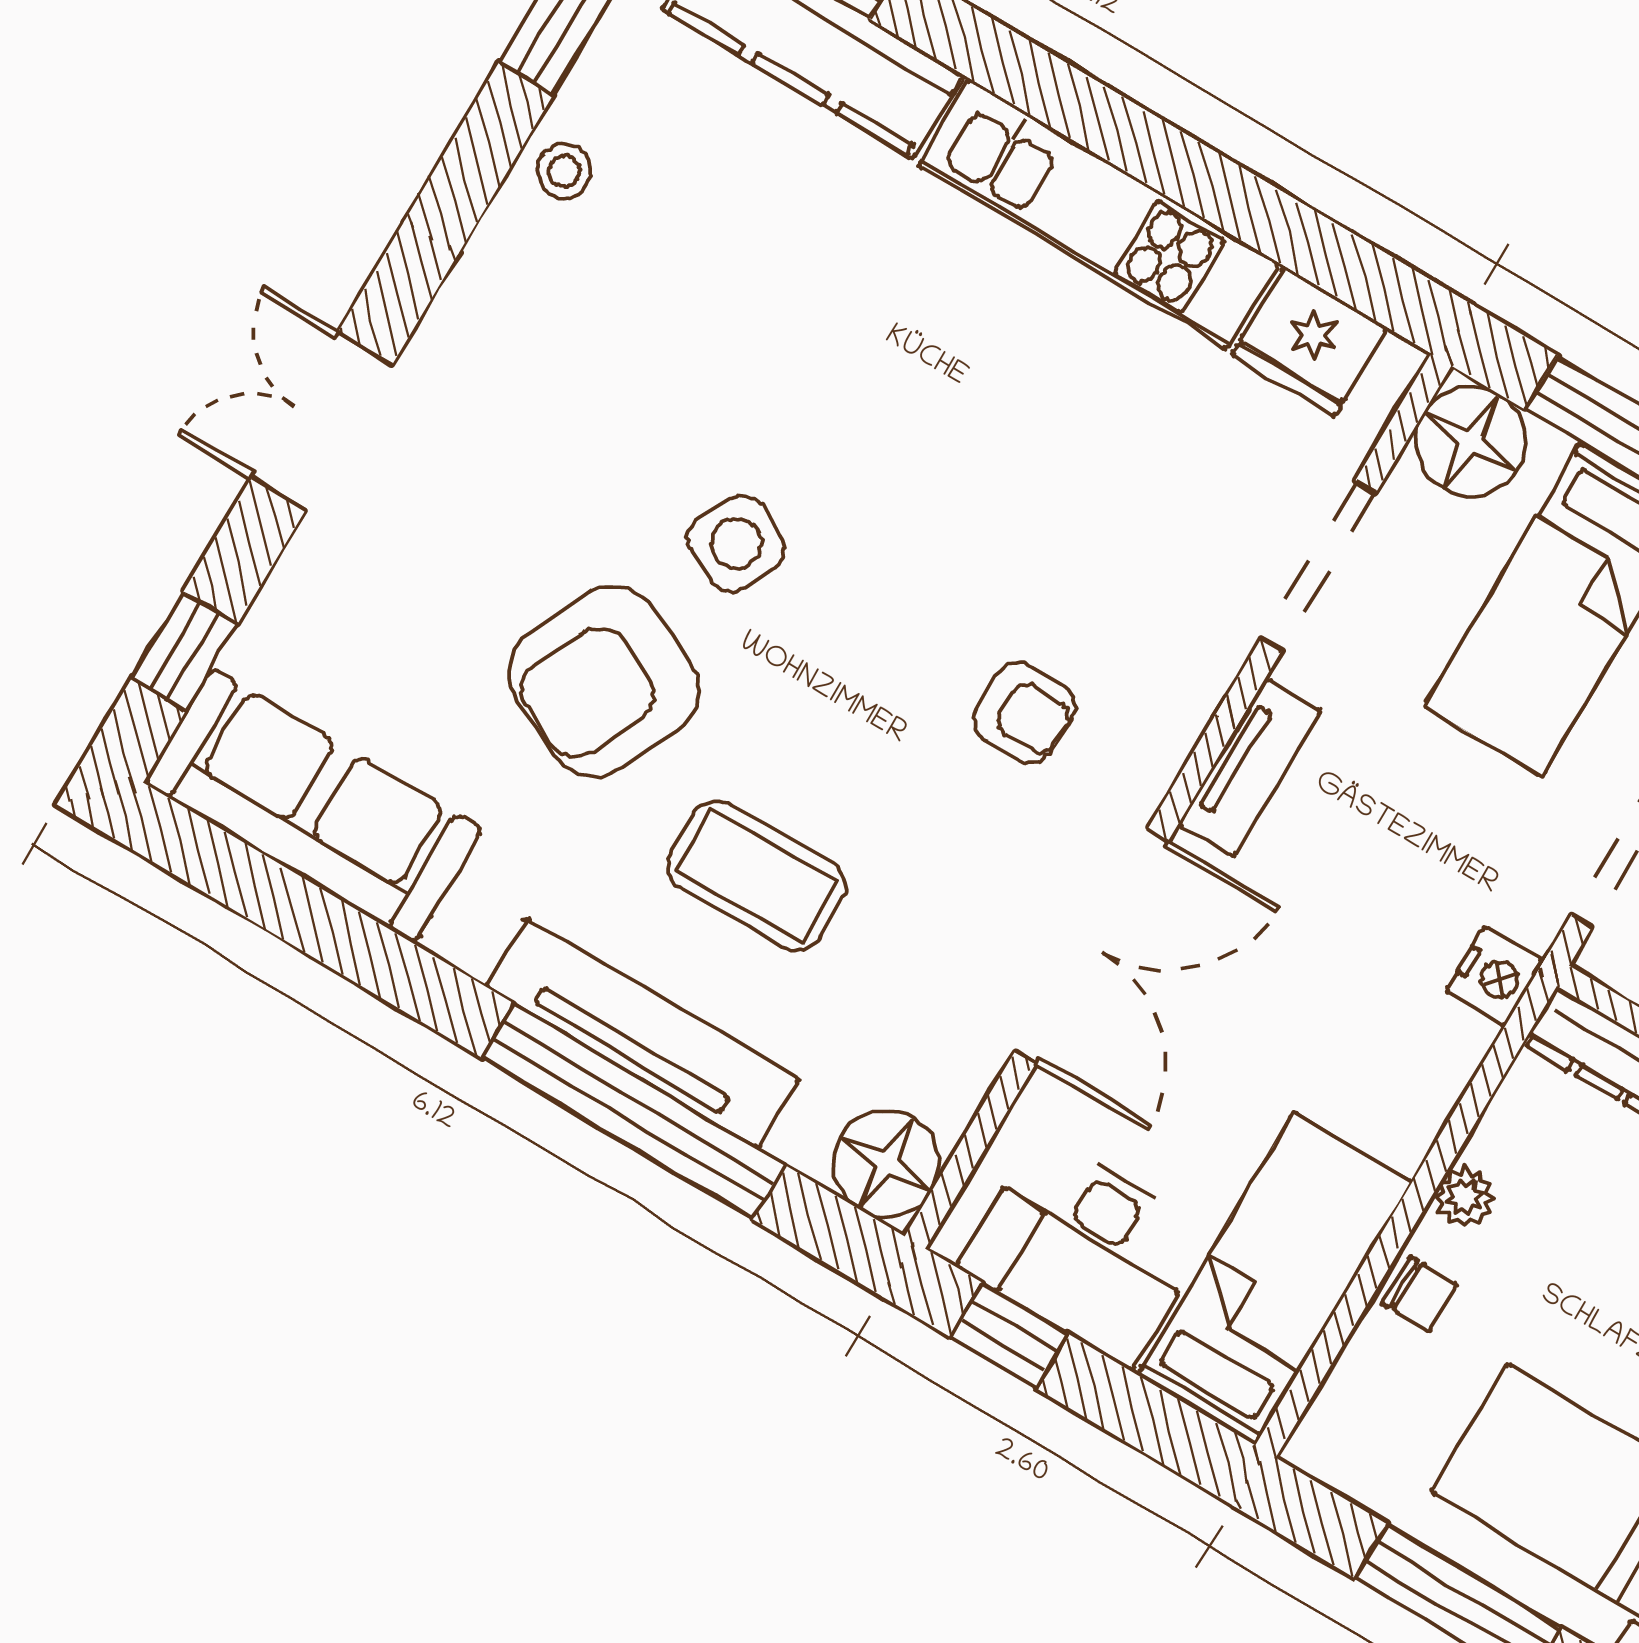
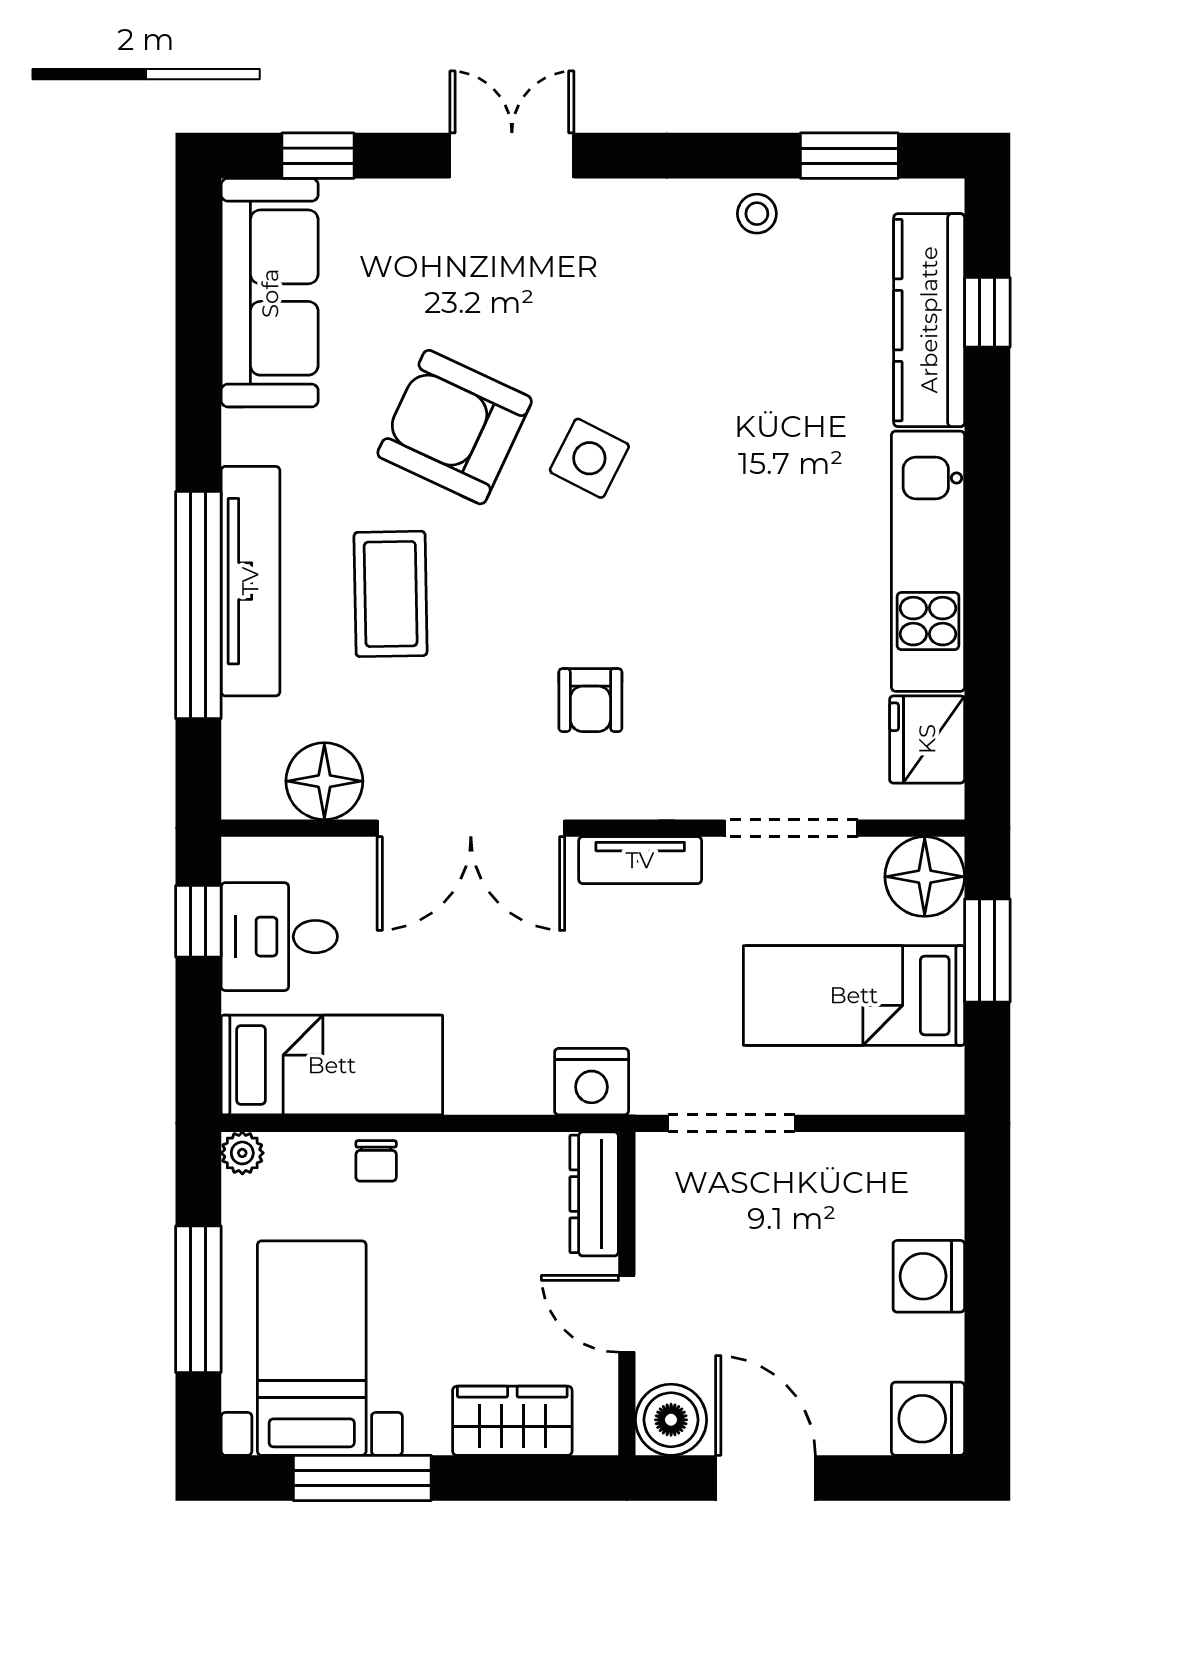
nightstand: (1495, 976) -> (592, 1082), width x1.36, depth x1.33
floor lamp: (886, 1164) -> (324, 781), moved
plant: (1465, 1197) -> (242, 1153), moved
desk: (1085, 1250) -> (279, 937), width x0.73

